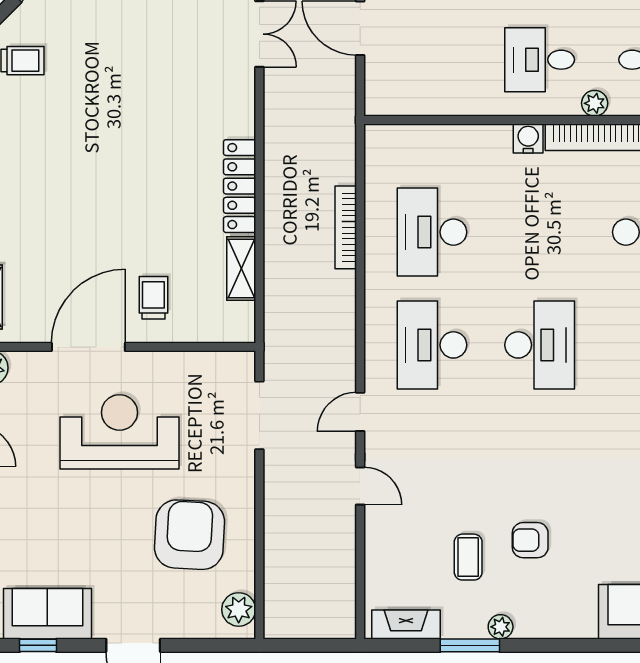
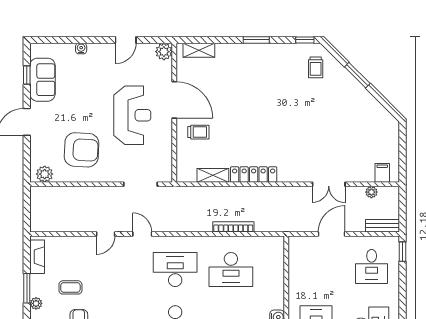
desk: (432, 232) -> (231, 270), turned 180

